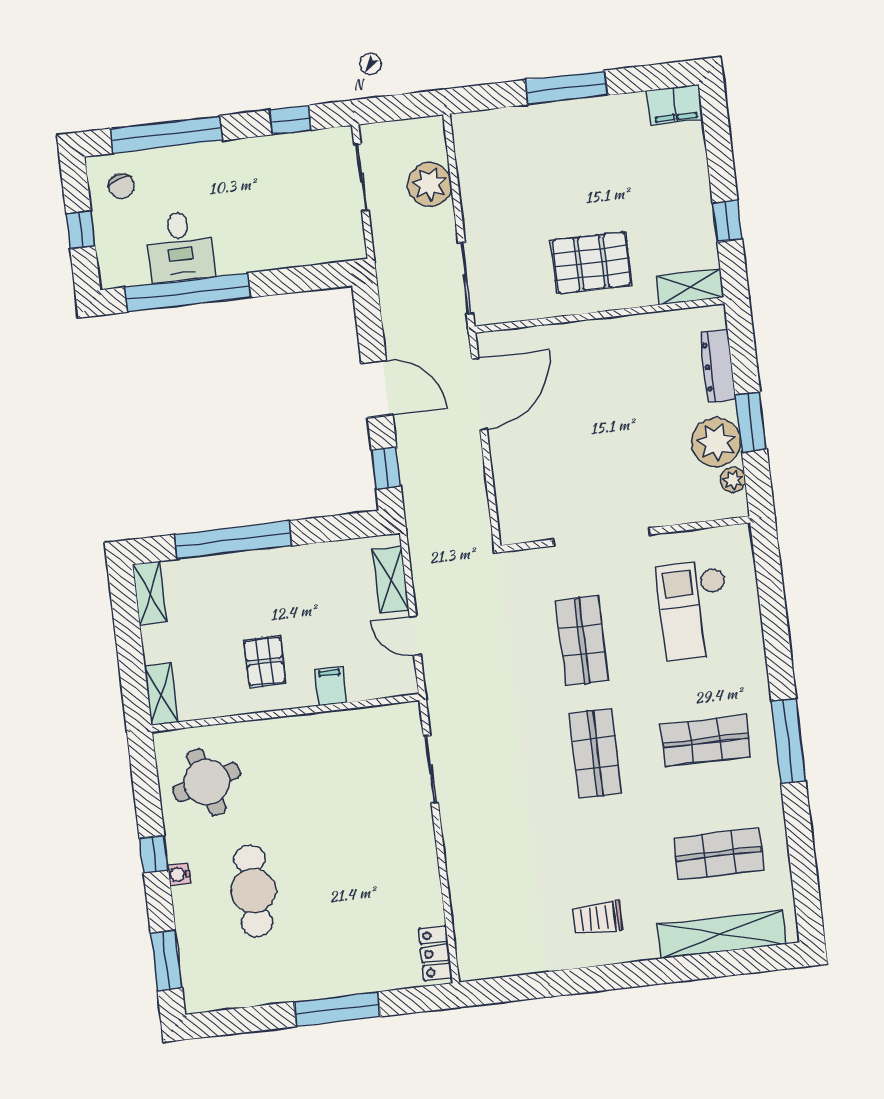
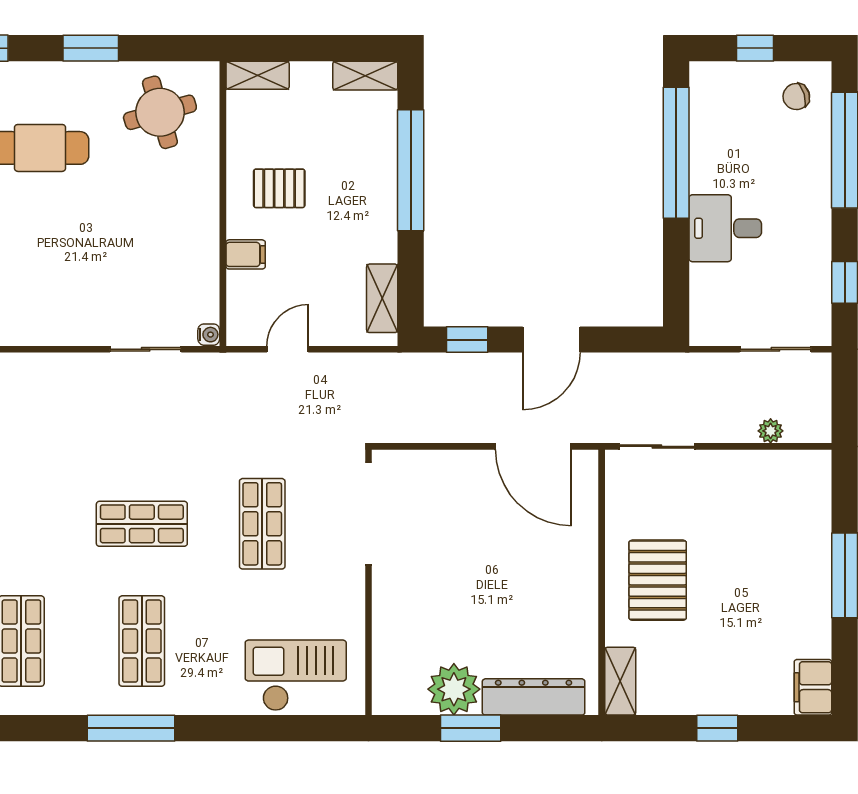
plant: (430, 184) -> (771, 431), width x0.53, depth x0.53
window: (727, 221) -> (717, 728), moved
desk: (180, 247) -> (725, 228), moved
dresser: (718, 366) -> (534, 697), width x1.37, depth x1.24
plant: (733, 480) -> (412, 702), removed
doorway: (601, 537) -> (369, 514), moved
shelving: (391, 580) -> (382, 298), moved, turned 90
checkout: (695, 610) -> (296, 675), moved
shop shelf: (582, 640) -> (262, 524), turned 90
window: (154, 854) -> (91, 48), width x1.50
water cooler: (179, 874) -> (209, 335), moved, turned 90

